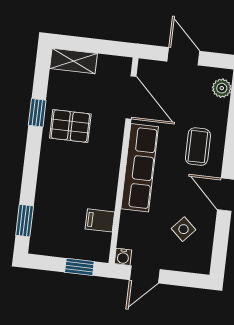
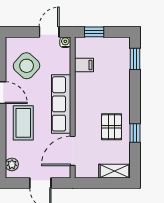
door: (131, 98) -> (73, 151), hinge flipped
pallet: (70, 126) -> (112, 127), turned 90
coffee table: (198, 147) -> (23, 123), width x1.36, depth x1.30
side table: (184, 229) -> (27, 66), width x1.87, depth x1.87

